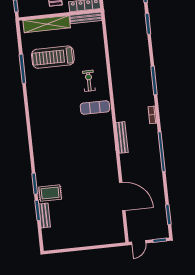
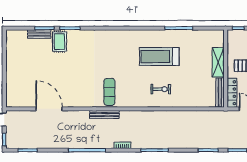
shelving: (47, 24) -> (218, 62), width x0.68
treadmill: (53, 57) -> (159, 57), moved, turned -90
exercise mat: (95, 108) -> (109, 92), moved
door: (122, 197) -> (49, 109), swing flipped

